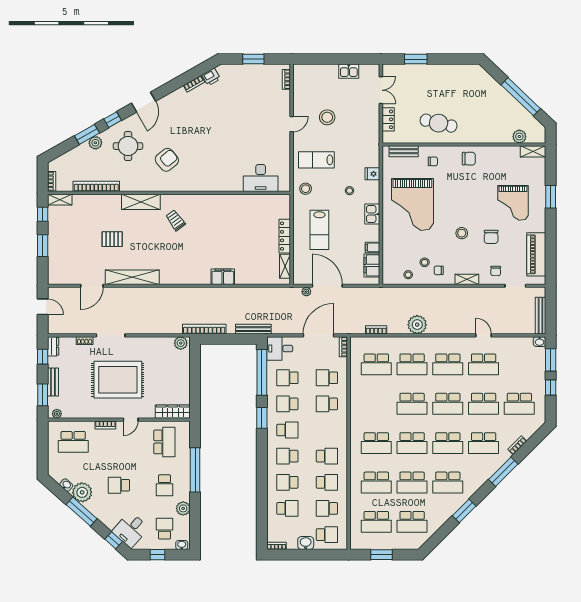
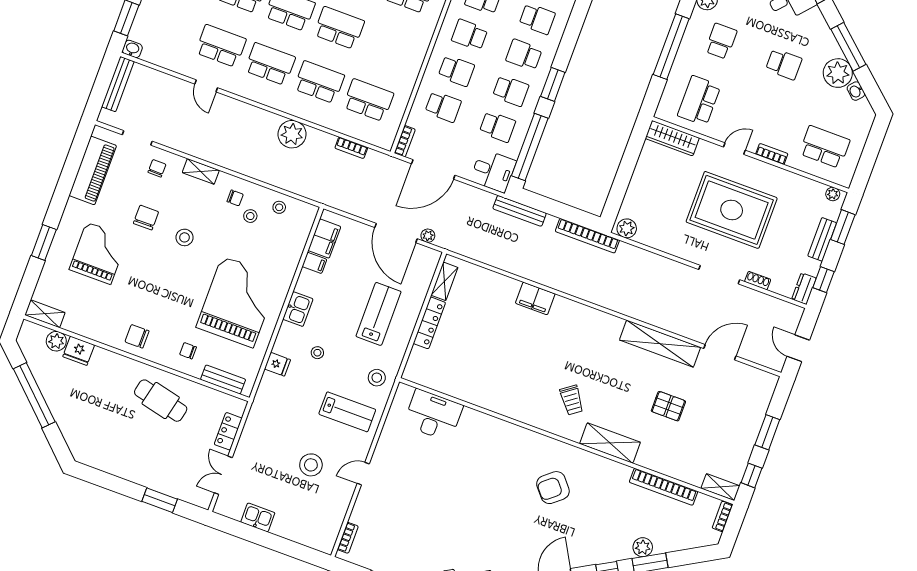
fridge: (503, 136) -> (79, 351), added
round table: (128, 146) -> (599, 526), removed
school desk: (327, 430) -> (470, 35), added

